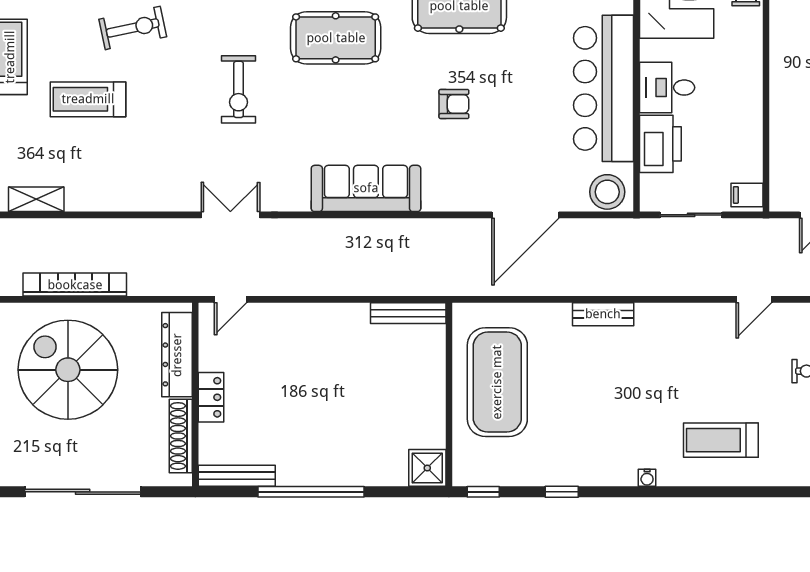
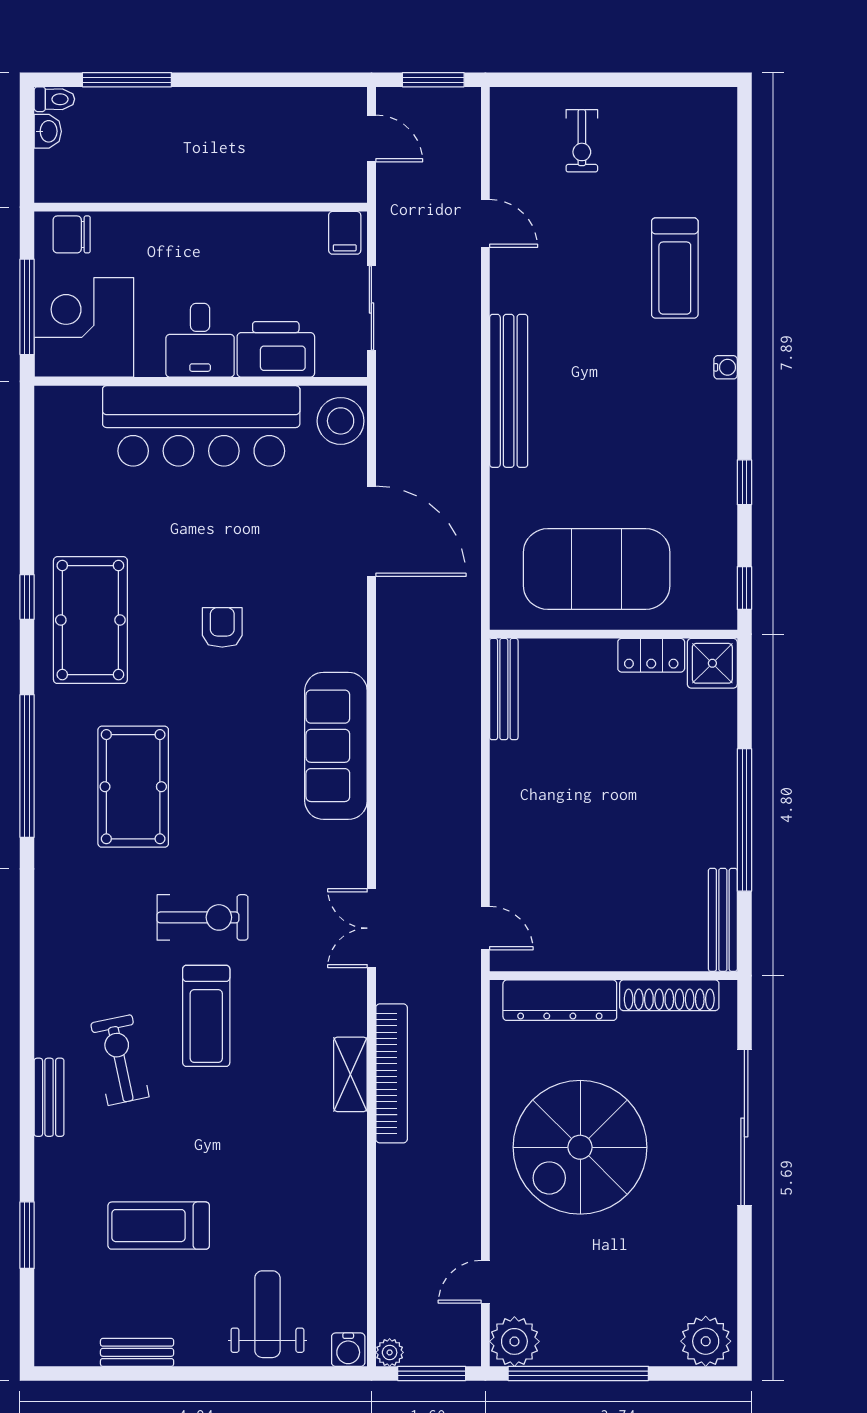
treadmill: (88, 99) -> (206, 1016), moved
shelving: (36, 199) -> (350, 1074), moved
bookcase: (75, 285) -> (392, 1073), moved, turned 180
bench: (603, 314) -> (509, 391), width x1.86, depth x1.21
locker: (211, 397) -> (651, 655), moved, turned 180

